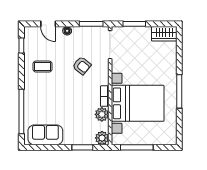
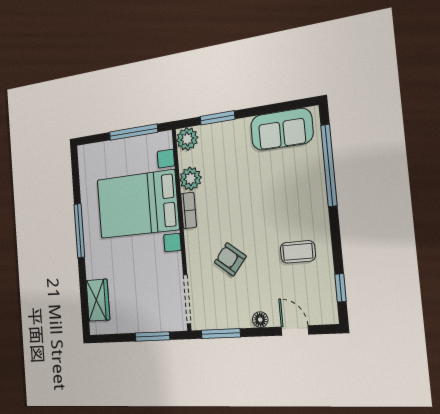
wardrobe: (164, 34) -> (98, 300), moved, turned 90

